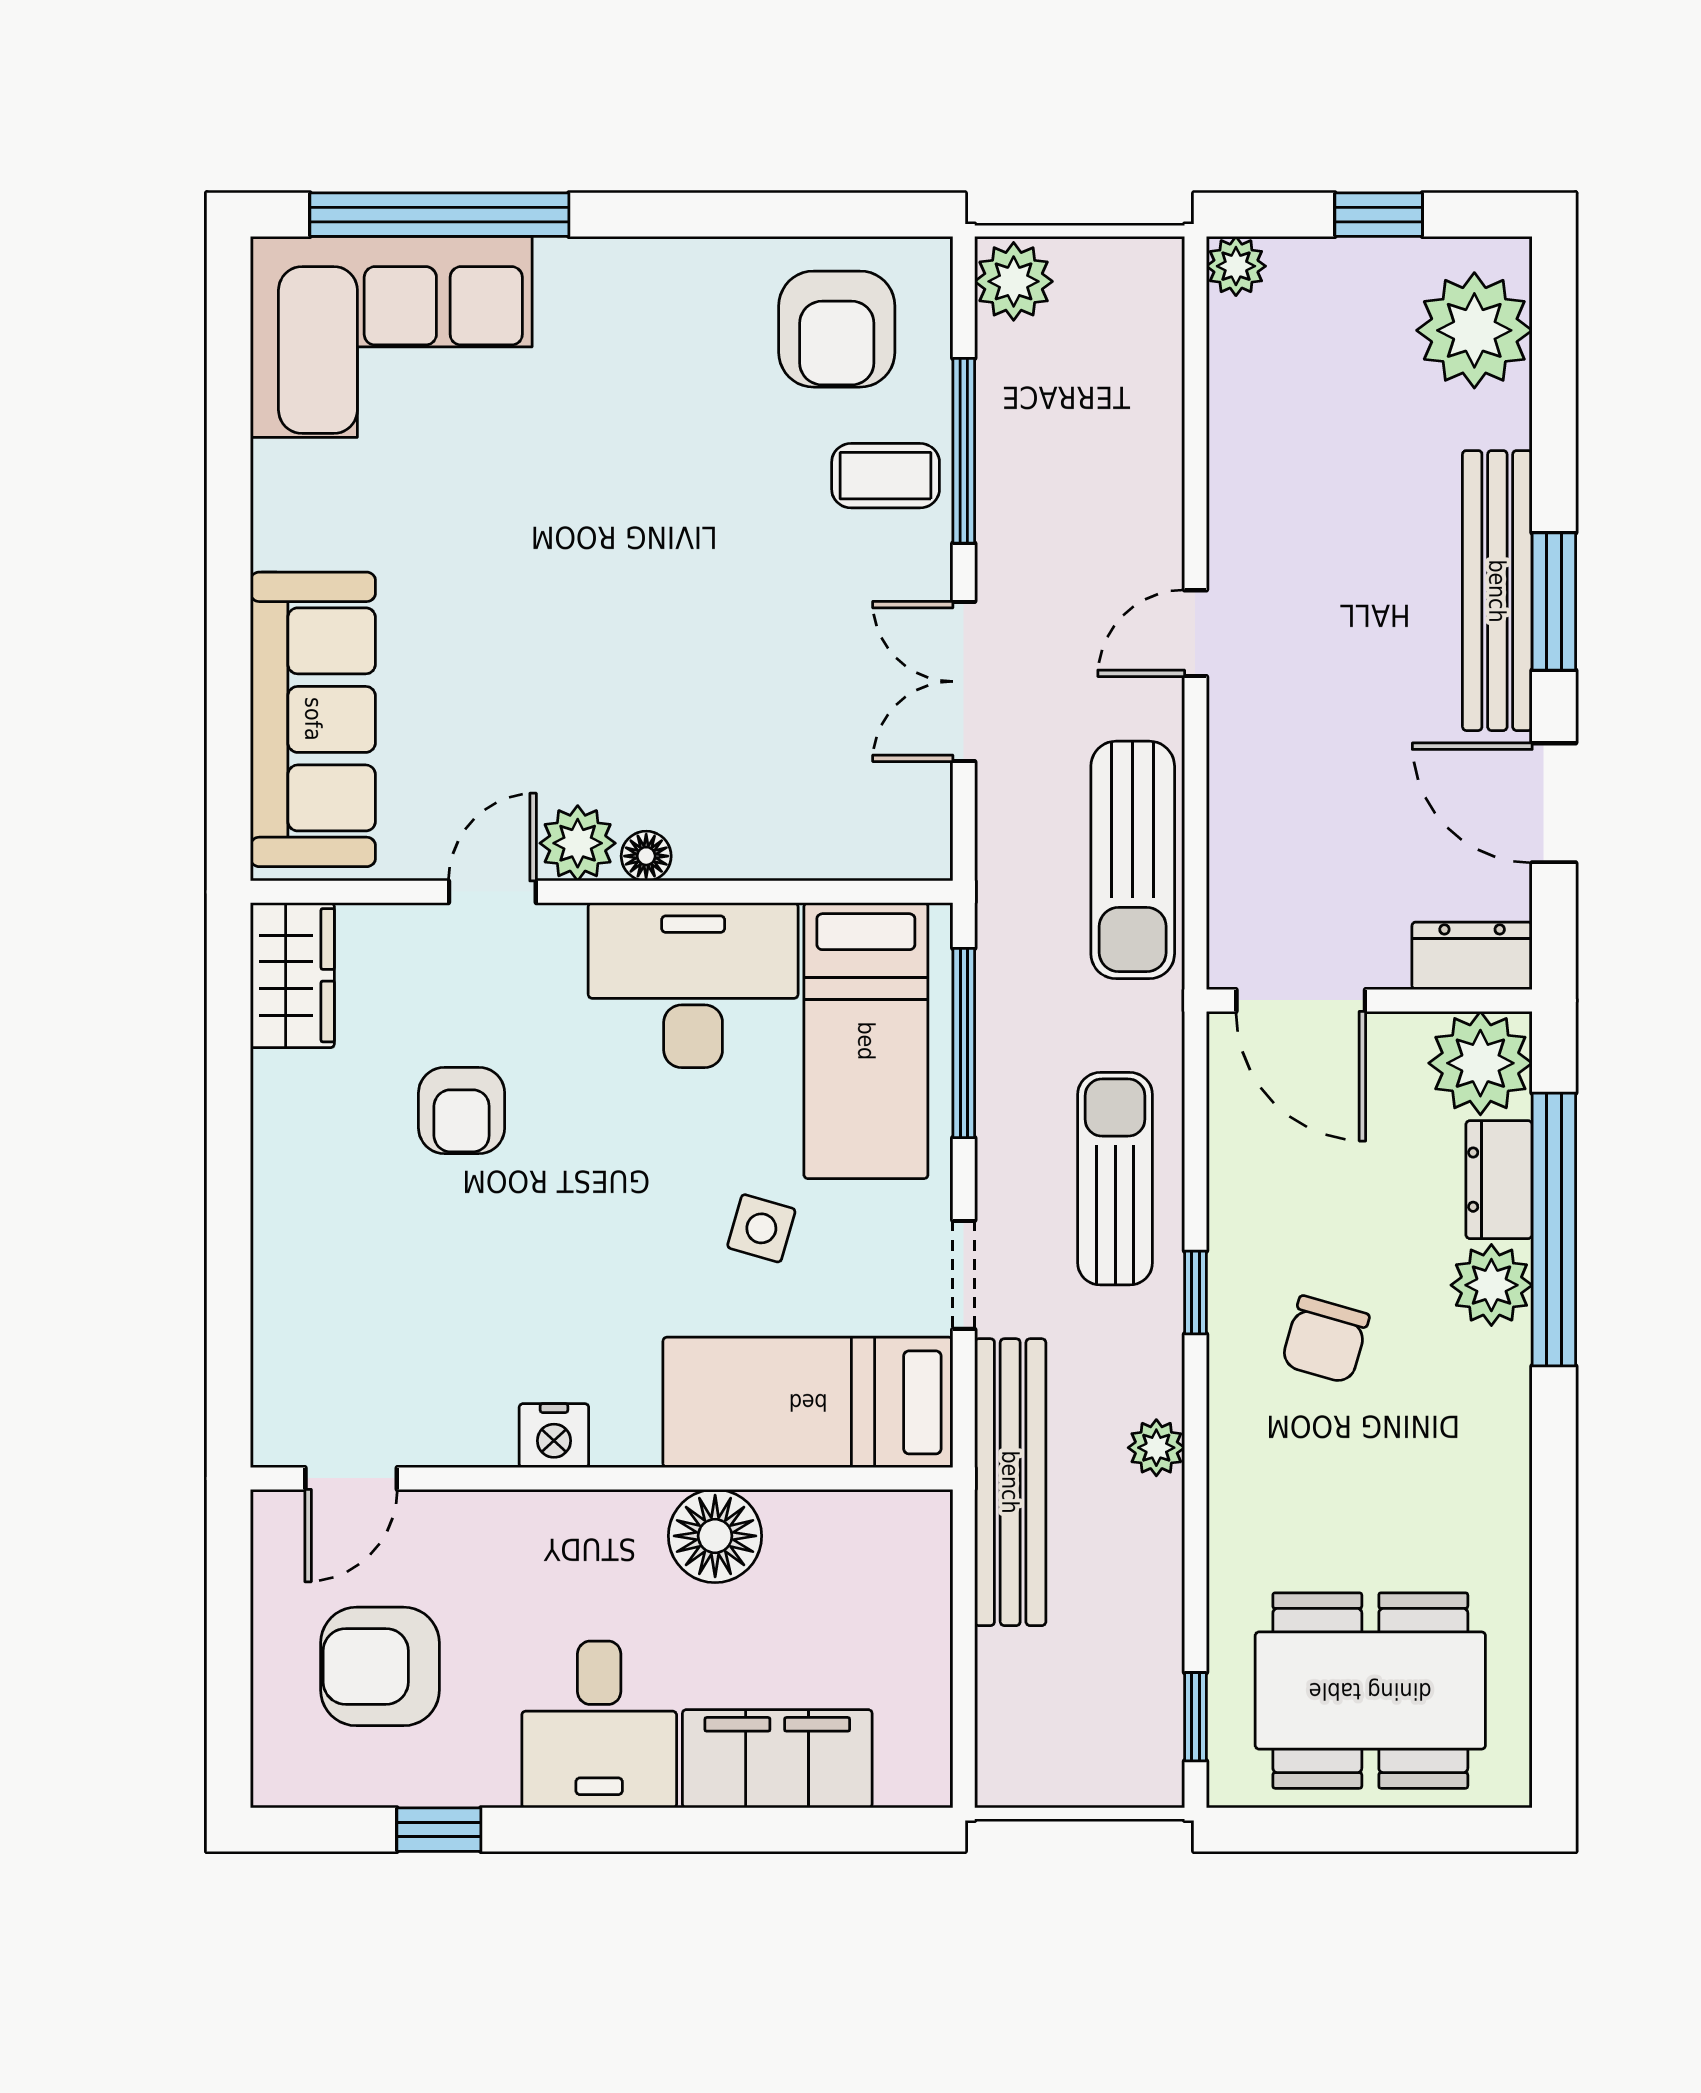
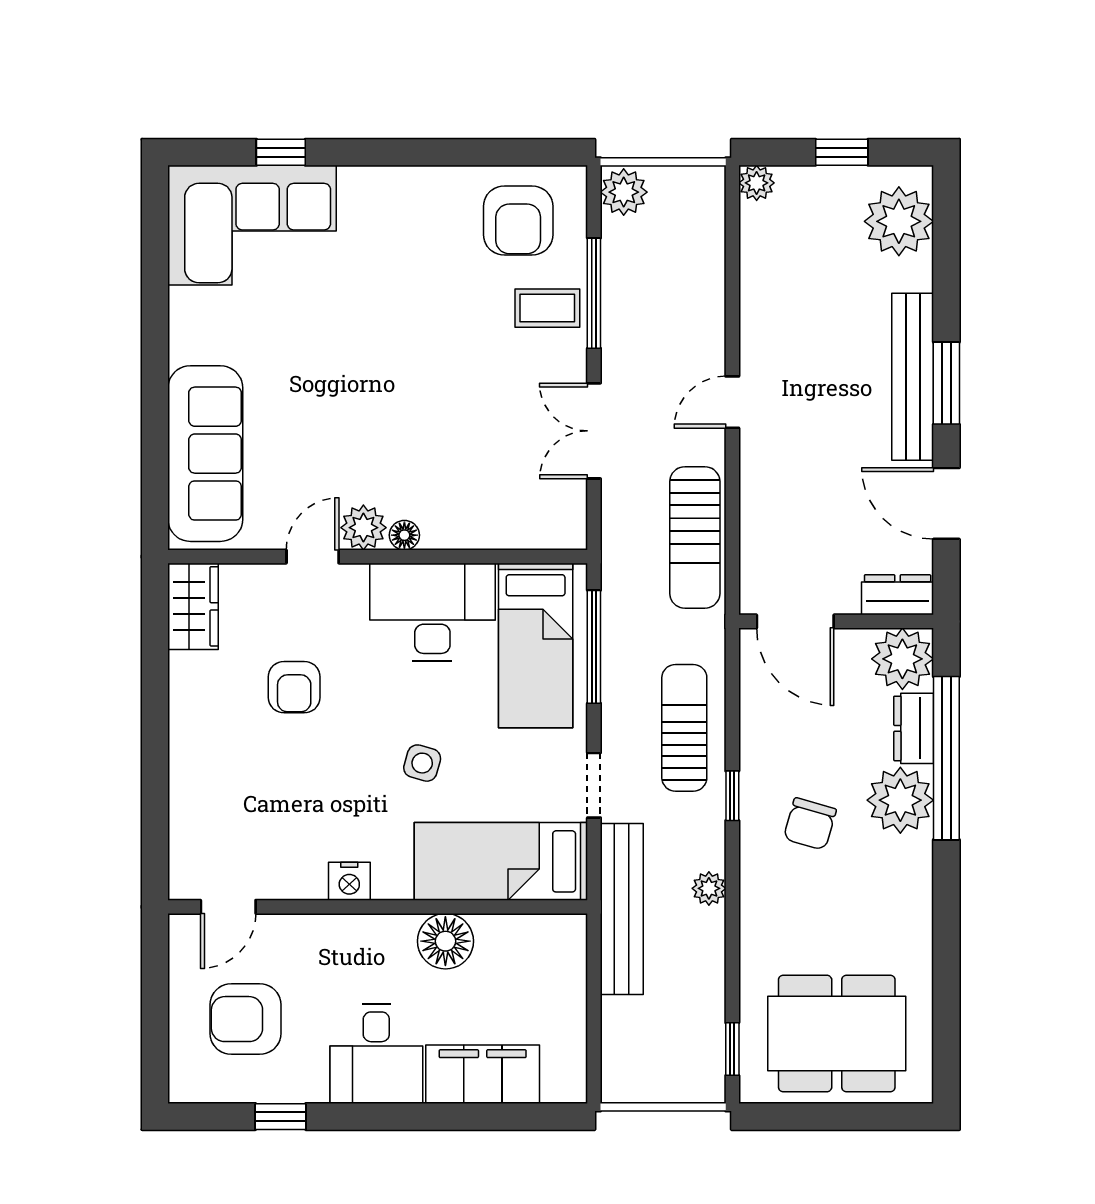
window: (439, 215) -> (281, 152), width x0.32
side table: (761, 1228) -> (422, 763), moved
plant: (1491, 1285) -> (900, 800), width x1.36, depth x1.36

